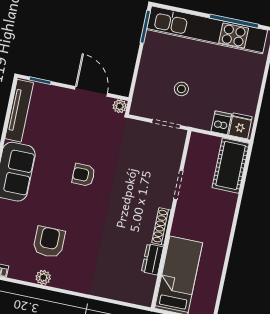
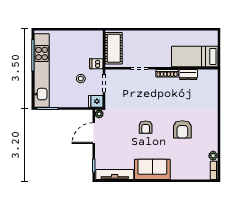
dishwasher: (221, 123) -> (96, 64), moved
fridge: (240, 126) -> (96, 101), moved
cot: (231, 166) -> (114, 48), moved, turned 90
armchair: (49, 242) -> (182, 129), moved, turned -90
plant: (43, 277) -> (213, 156), moved

